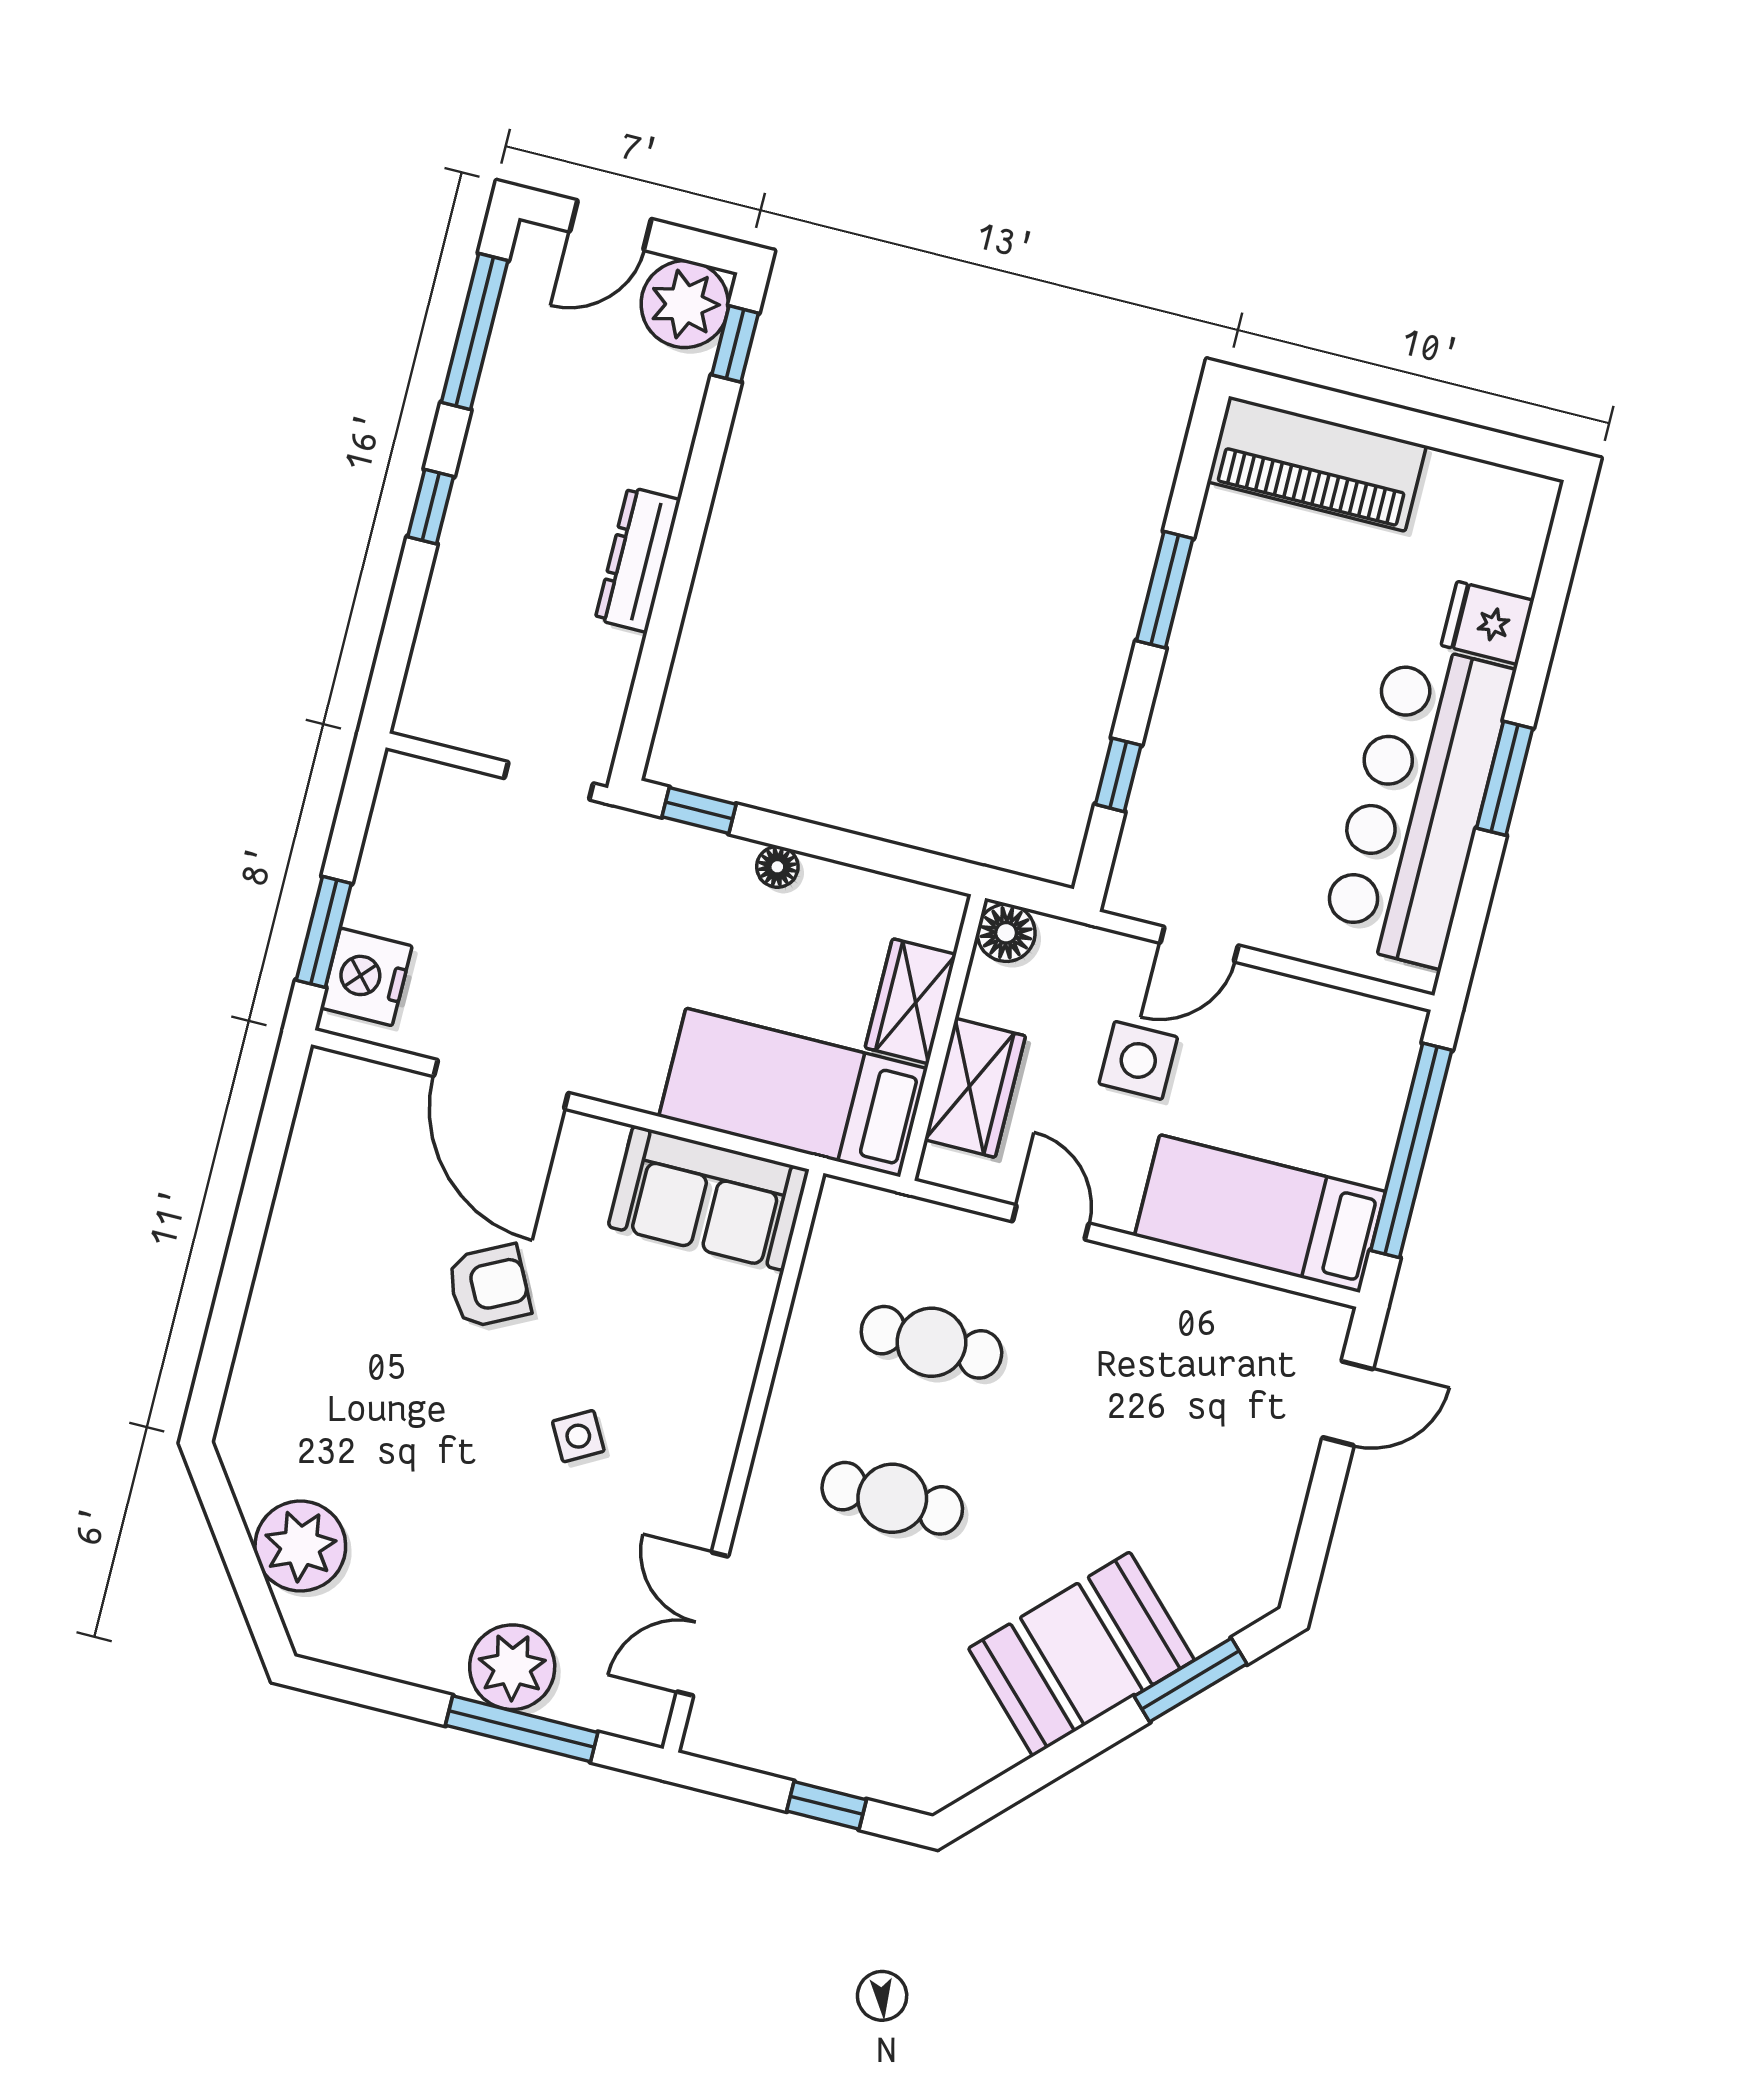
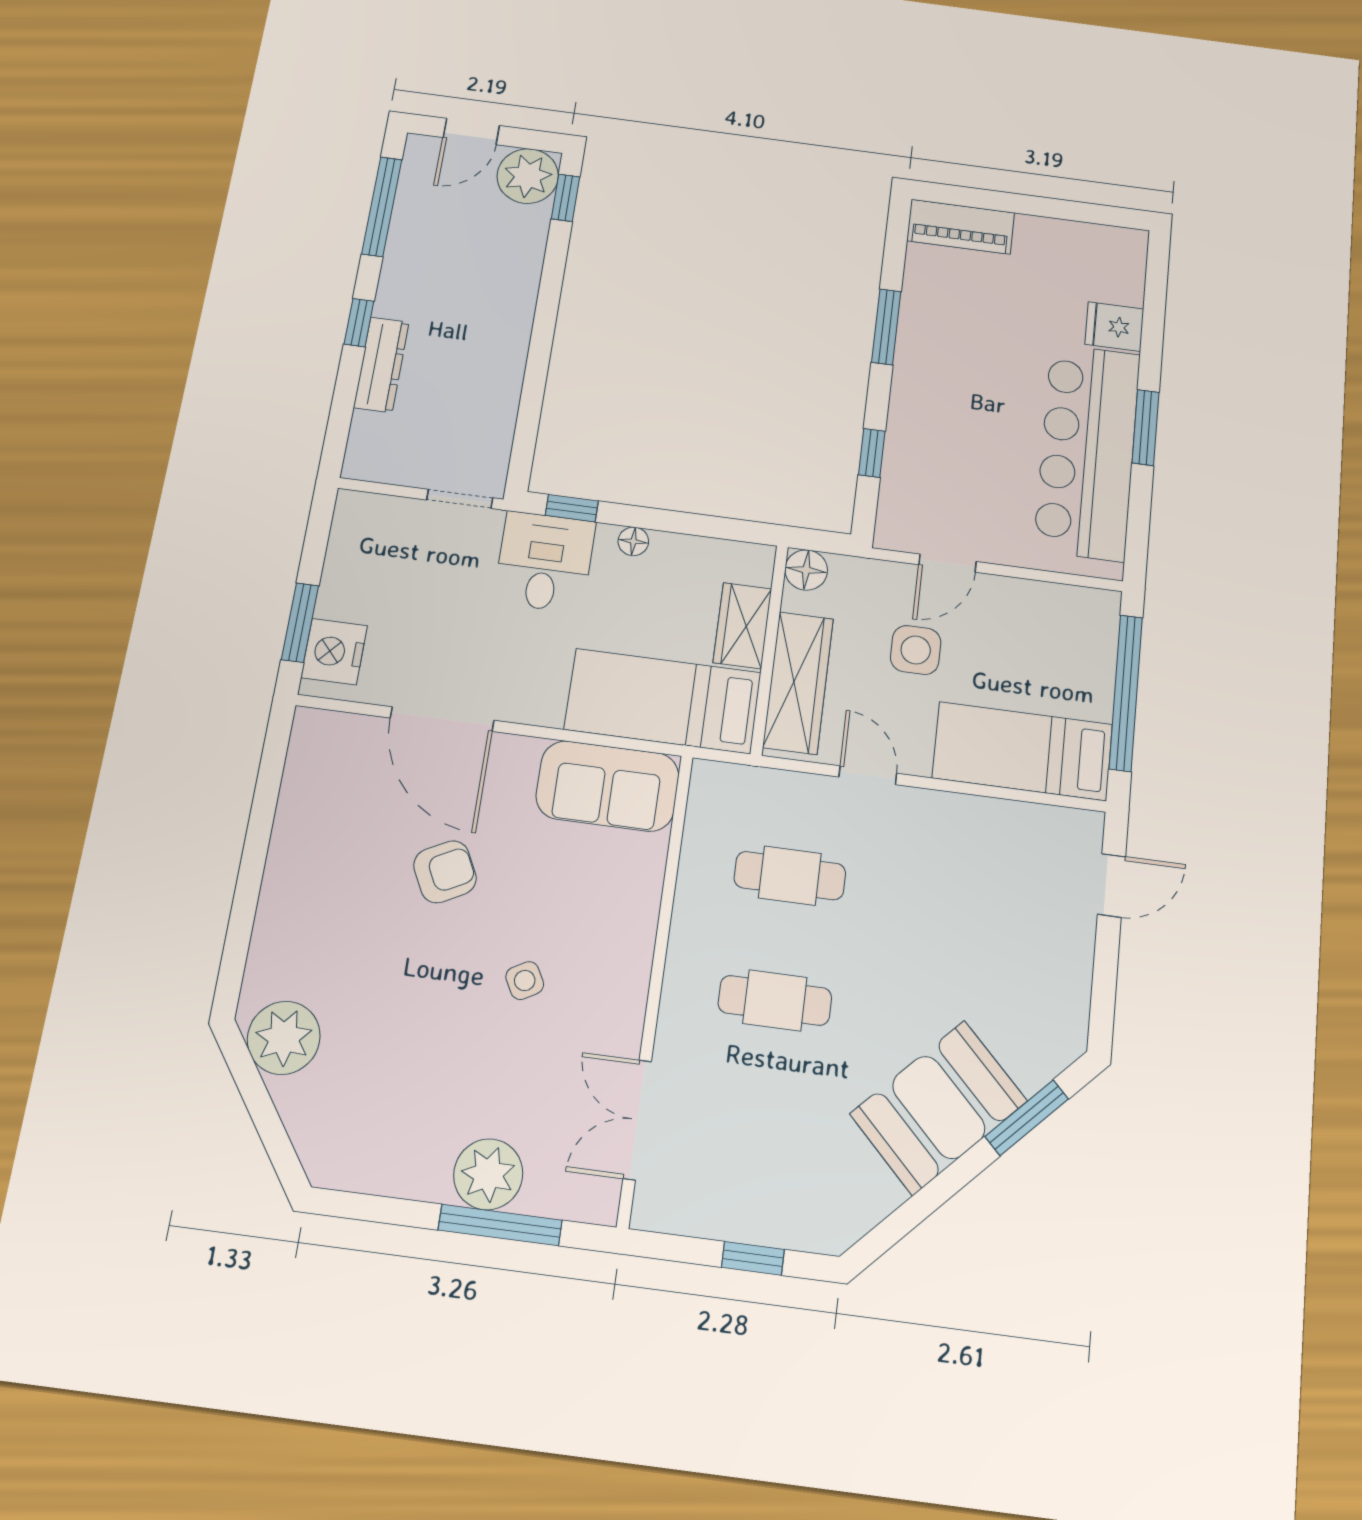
piano: (1317, 464) -> (961, 227), width x0.73, depth x0.75
dresser: (638, 560) -> (381, 365), moved, turned 180
desk: (655, 883) -> (545, 562), added
wardrobe: (975, 1088) -> (798, 683), width x1.50
plant: (300, 1546) -> (284, 1038), moved

